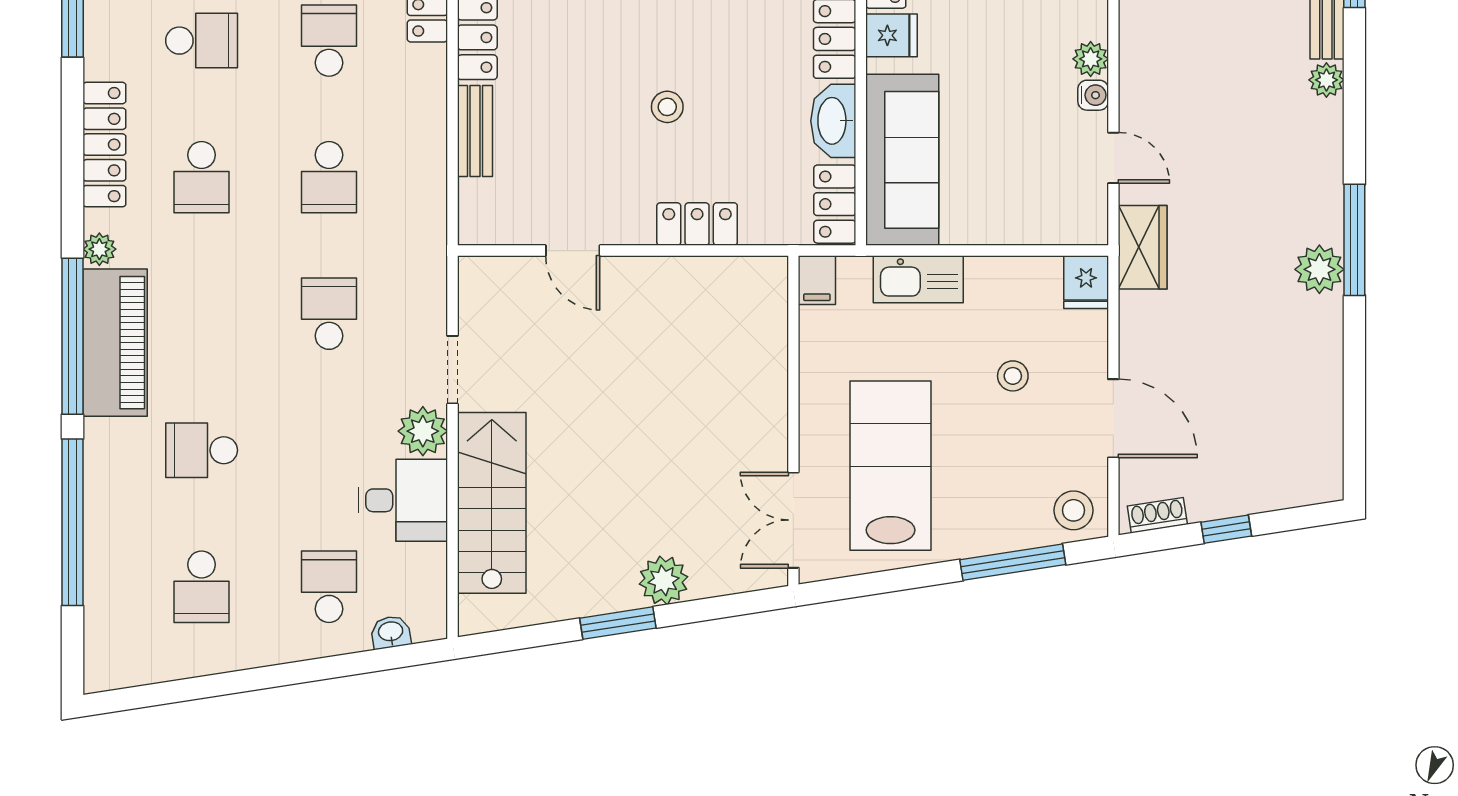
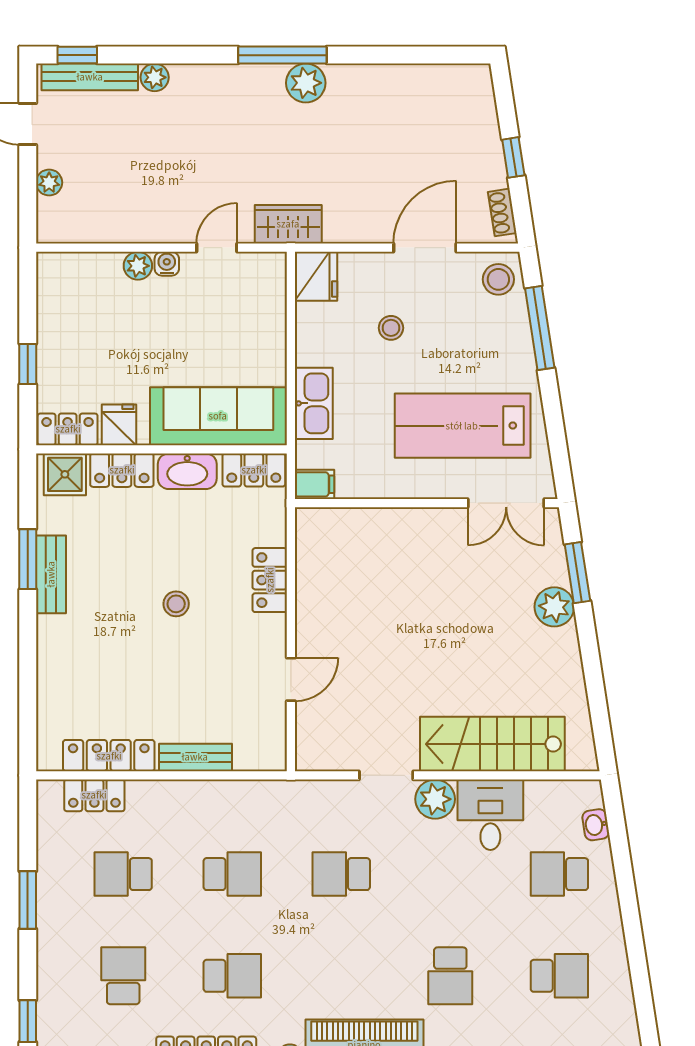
fridge: (1086, 282) -> (316, 276), width x1.38
window: (618, 623) -> (577, 573), moved

